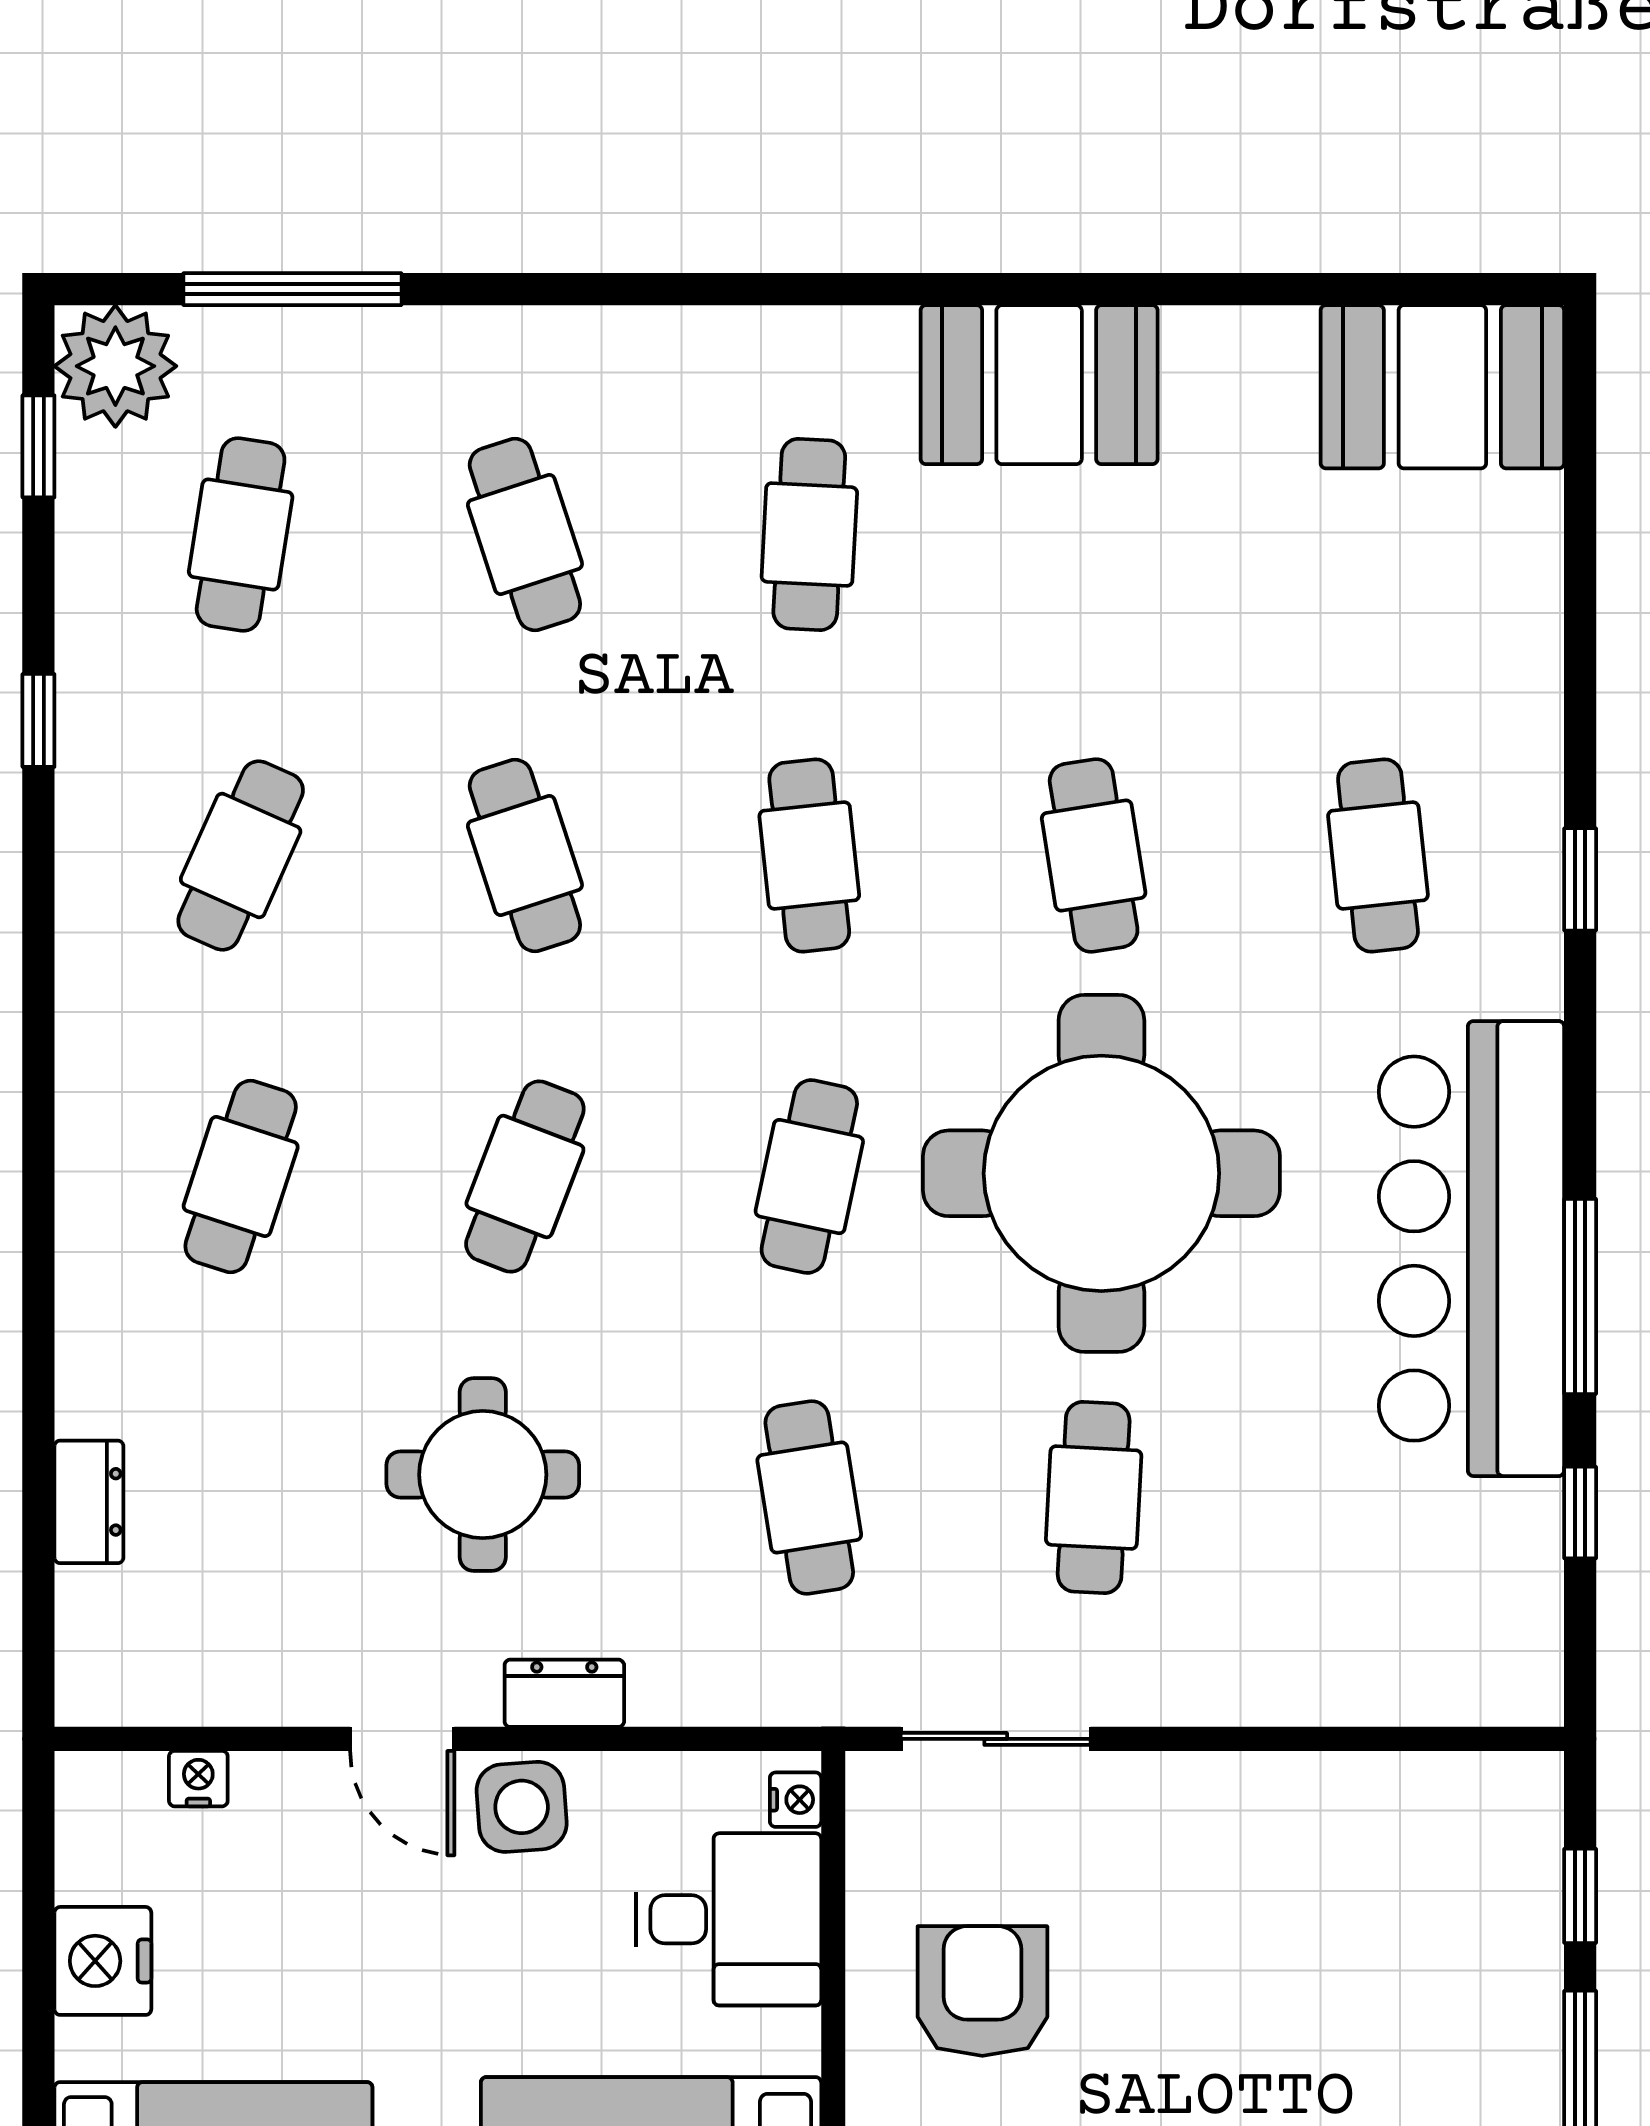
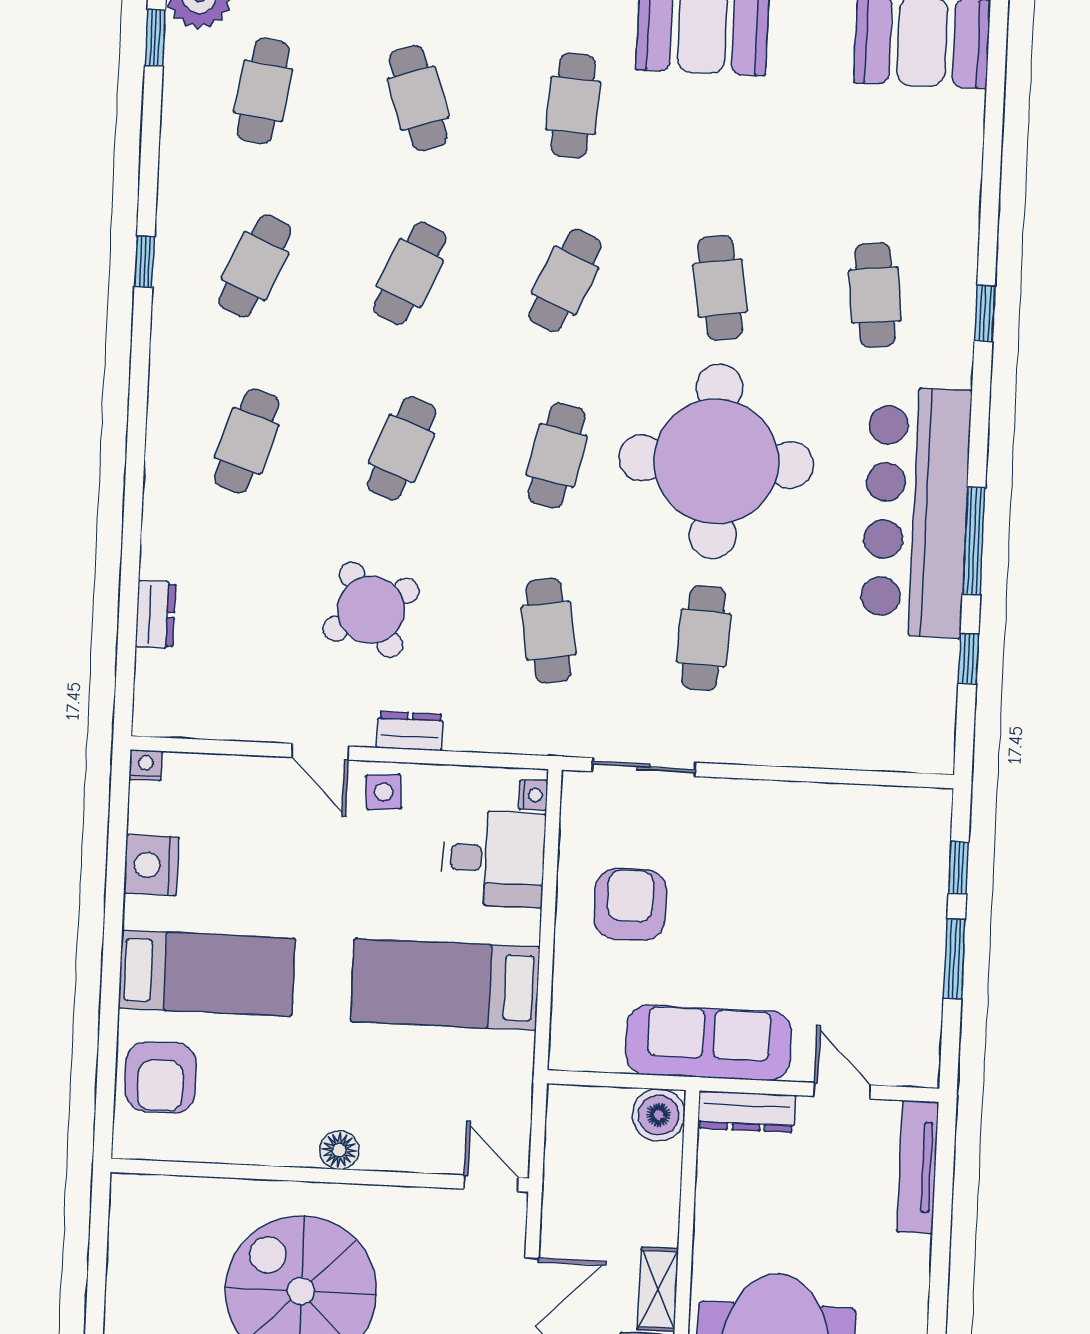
window: (38, 720) -> (145, 261), moved
cafe table: (525, 855) -> (410, 273), turned 42
cafe table: (809, 855) -> (565, 281), turned 30
round table: (483, 1475) -> (371, 610), turned -31
nightstand: (198, 1779) -> (146, 765), moved
side table: (522, 1807) -> (384, 792), width x0.73, depth x0.73

